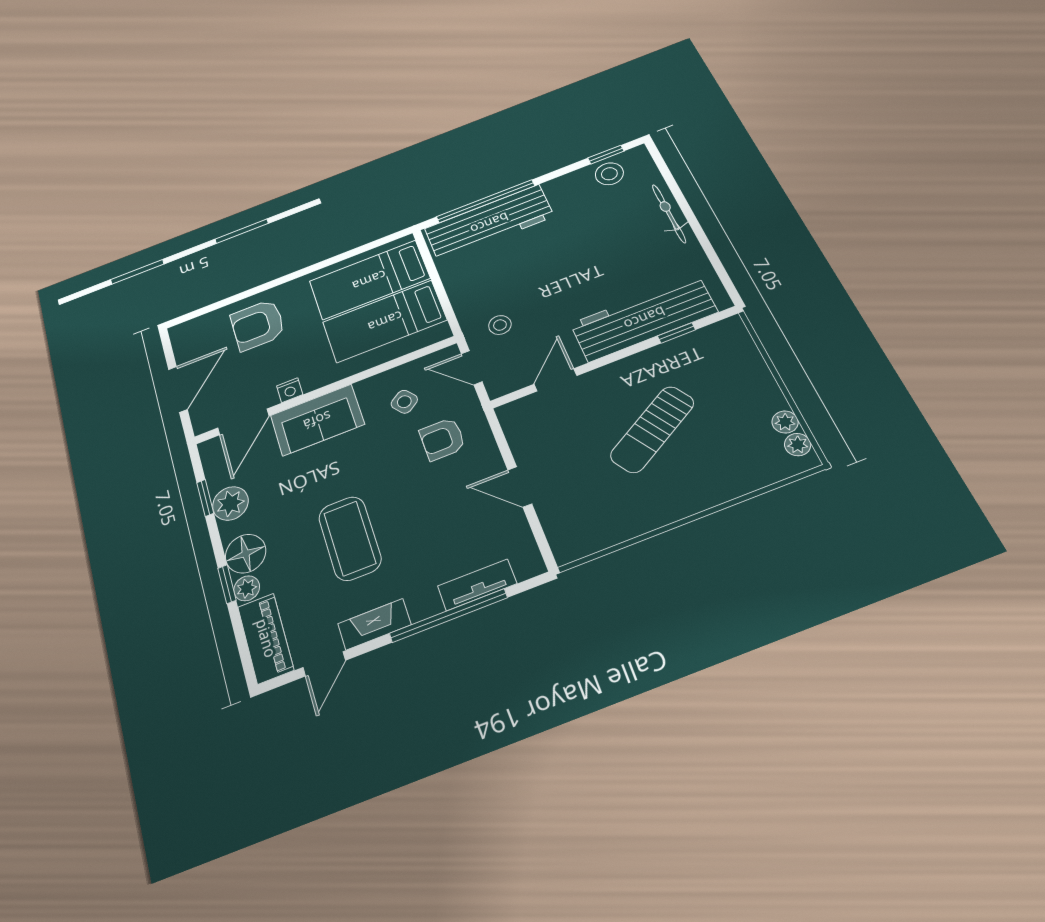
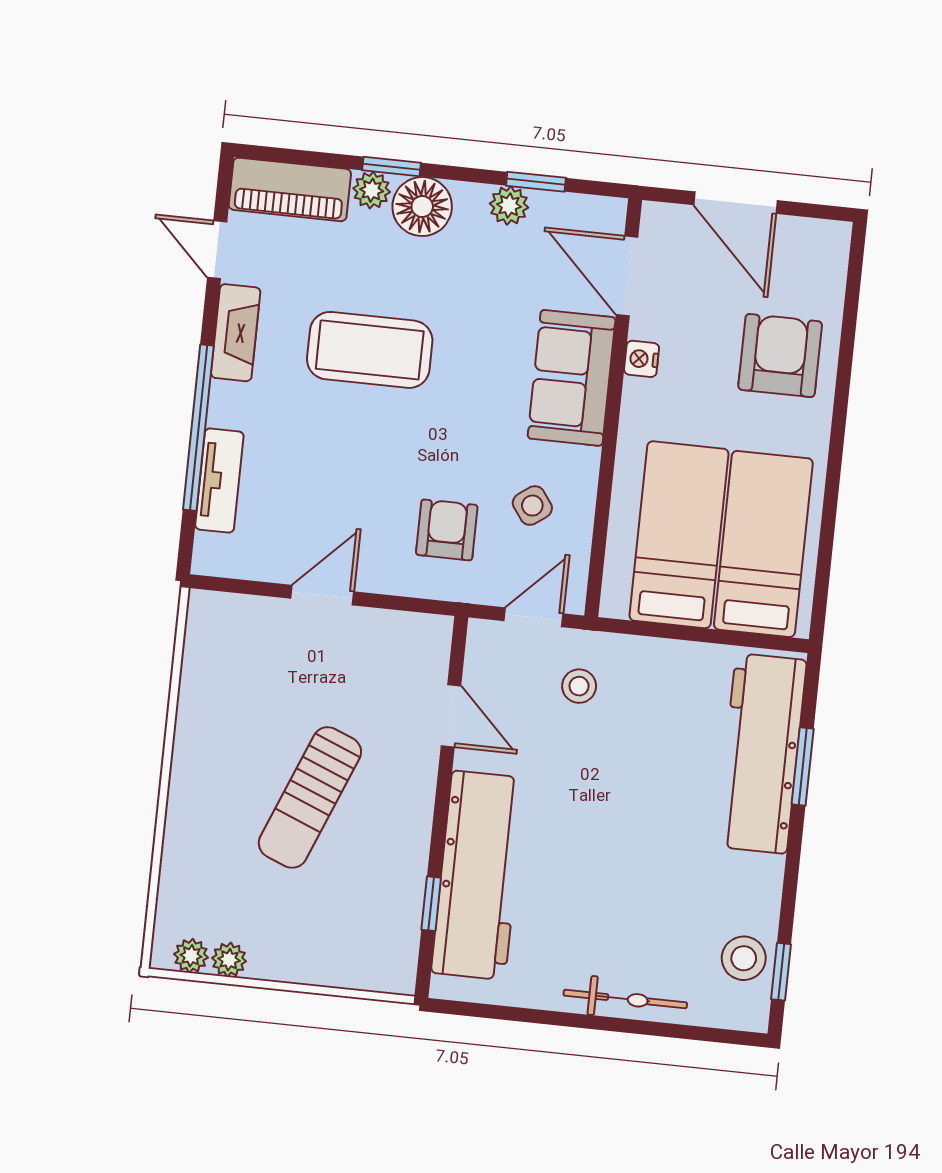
window: (486, 201) -> (803, 767), width x0.47
sun lounger: (652, 429) -> (310, 797), turned -127
plant: (230, 503) -> (509, 206), width x0.73, depth x0.73

